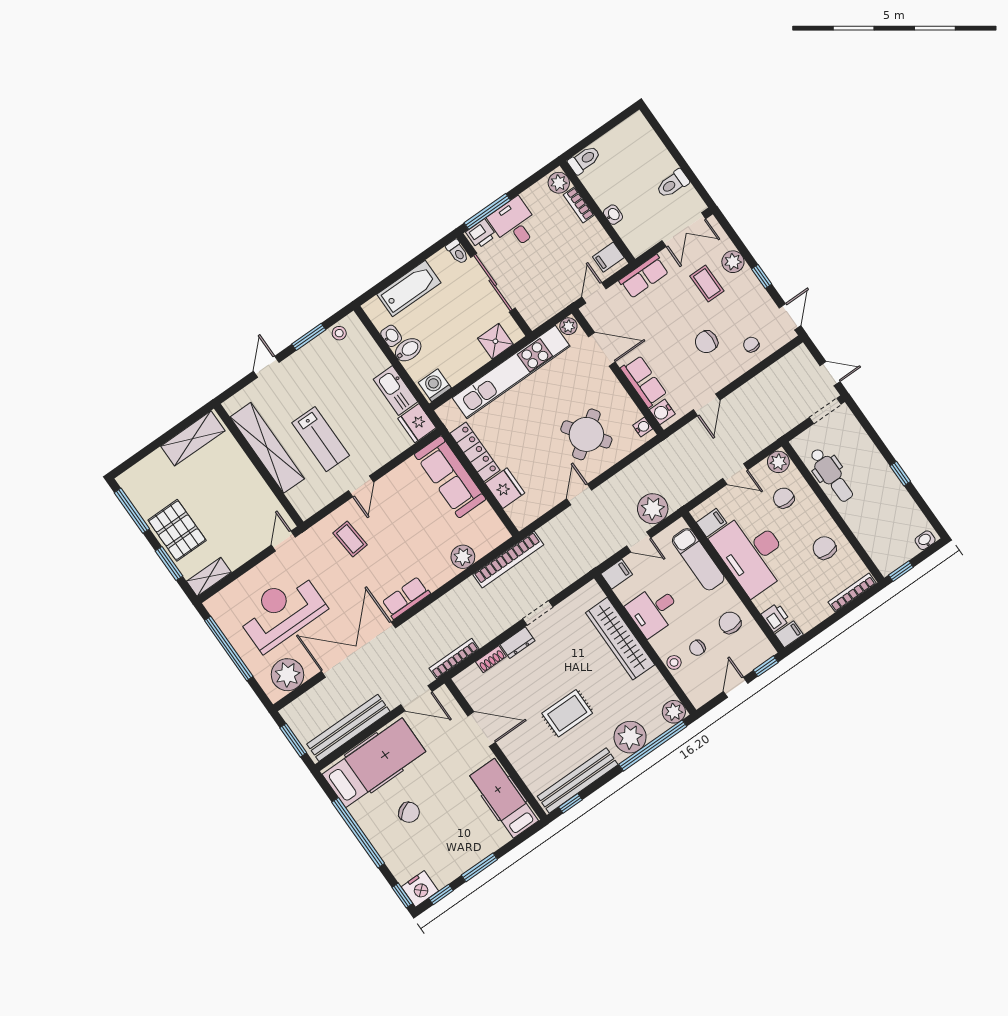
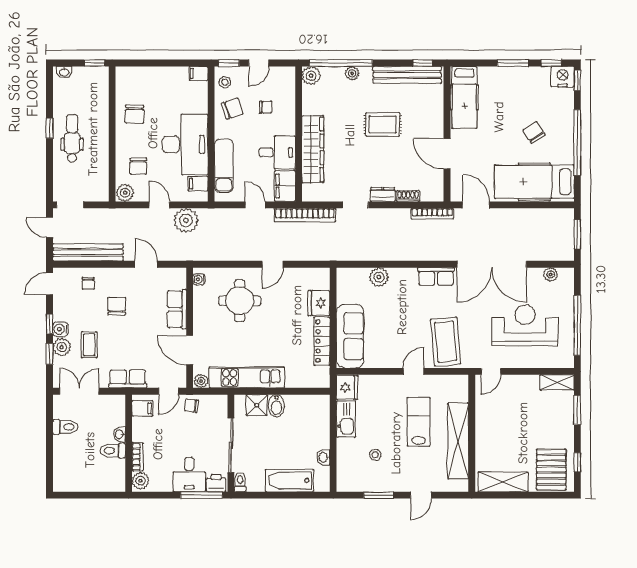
toilet: (584, 160) -> (113, 451), moved
window: (740, 246) -> (49, 354), added
chair: (561, 295) -> (191, 405), added
stool: (339, 333) -> (375, 455), moved
chair: (706, 342) -> (117, 306), turned -90
bidet: (408, 350) -> (276, 406), moved, turned -90
kitchen unit: (511, 372) -> (247, 377), width x0.73
washing machine: (435, 385) -> (318, 404), removed
door: (707, 405) -> (146, 264), hinge flipped
water cooler: (662, 412) -> (60, 329), moved, turned 180
round table: (586, 434) -> (240, 301), turned 35
dental chair: (831, 475) -> (72, 138), moved
plant: (653, 509) -> (186, 220), moved
window: (132, 511) -> (577, 462), width x0.46
pallet: (177, 530) -> (551, 470), moved
coffee table: (350, 539) -> (446, 342), width x1.86, depth x1.72
bookcase: (508, 560) -> (305, 215), moved, turned 180
filing cabinet: (617, 574) -> (285, 186), width x2.00
bookcase: (852, 593) -> (137, 72), removed
reception desk: (281, 611) -> (525, 326), turned 180
printer: (776, 617) -> (199, 91), removed
chair: (730, 623) -> (232, 109), turned -108
stool: (674, 662) -> (225, 82), moved
plant: (288, 675) -> (550, 275), width x0.53, depth x0.53
bench: (348, 728) -> (88, 252), moved
plant: (630, 737) -> (352, 73), width x0.53, depth x0.53

